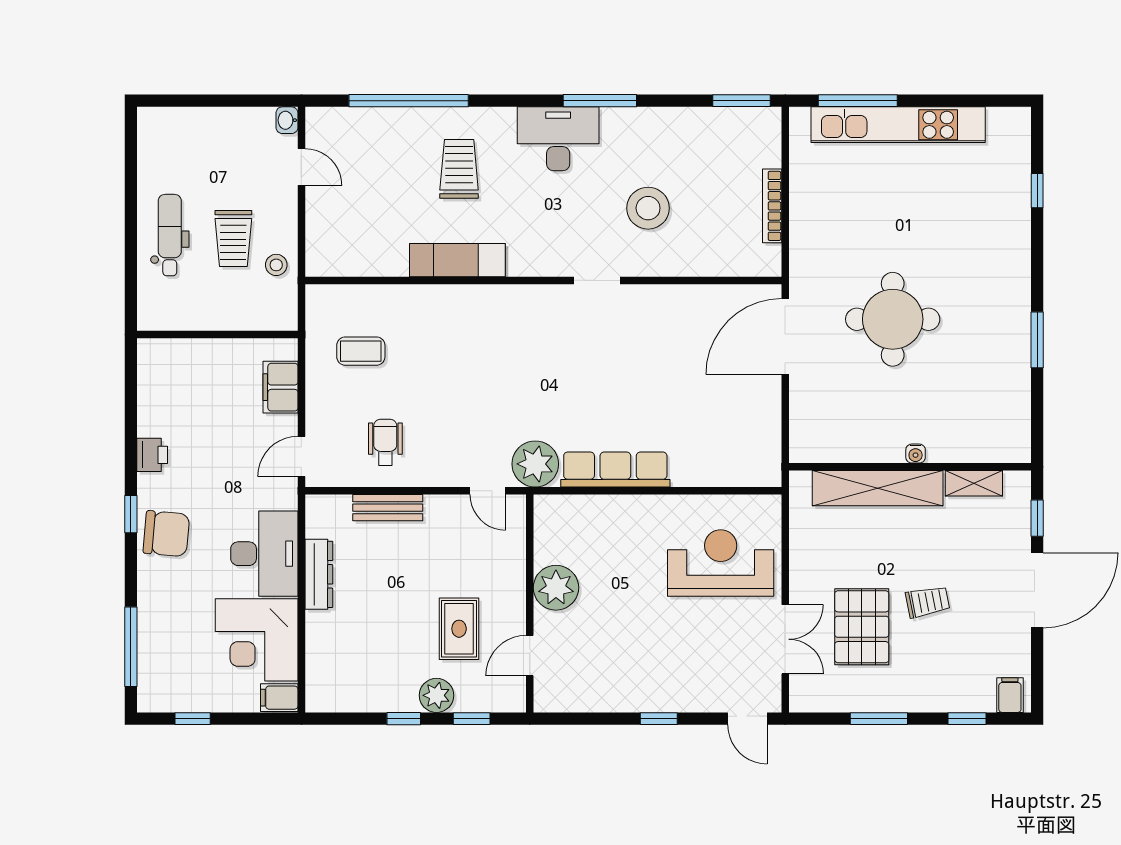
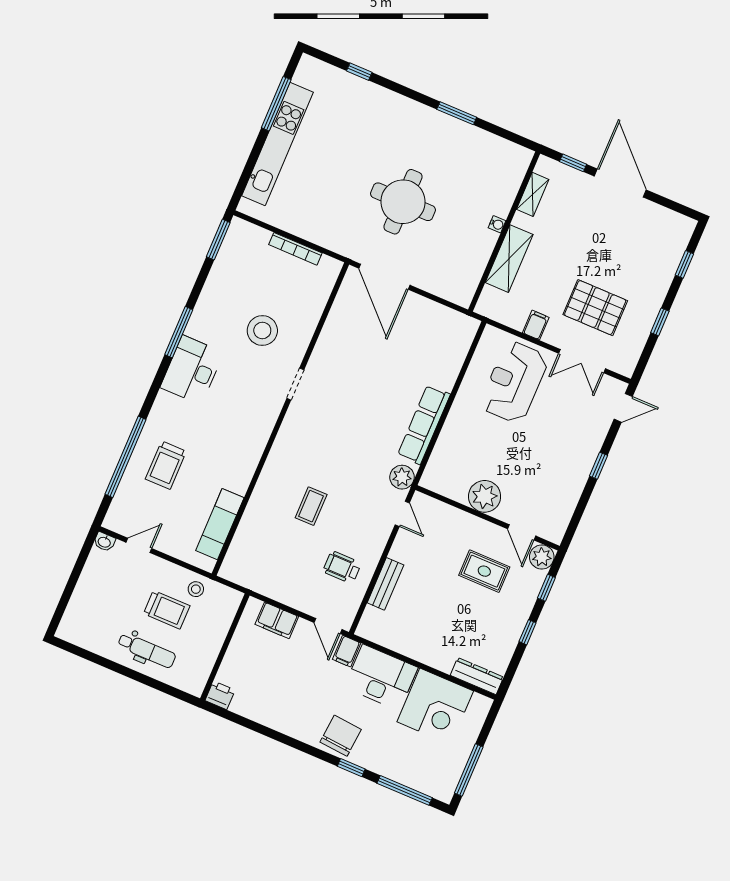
window: (858, 101) -> (276, 104), moved
trolley: (459, 169) -> (166, 465), moved, turned -90
dental chair: (170, 235) -> (147, 650), turned 180
exam couch: (457, 260) -> (220, 524), moved
coffee table: (361, 351) -> (311, 506), moved
printer: (152, 455) -> (220, 695), moved
plant: (535, 464) -> (402, 477), width x0.73, depth x0.73
shelving: (878, 488) -> (509, 259), width x0.68
door: (488, 491) -> (402, 514), hinge flipped
window: (131, 514) -> (351, 768), moved
dresser: (319, 574) -> (477, 676), moved
trolley: (928, 602) -> (597, 258), removed
double door: (785, 639) -> (582, 361), swing flipped
plant: (437, 695) -> (542, 557), moved
filing cabinet: (1010, 695) -> (536, 325), moved, turned 90
filing cabinet: (279, 698) -> (347, 651), moved
window: (193, 719) -> (469, 770), width x2.17
window: (879, 719) -> (660, 322), width x0.67

